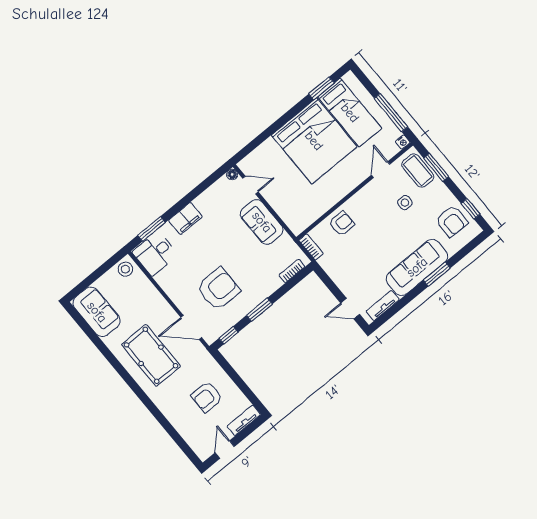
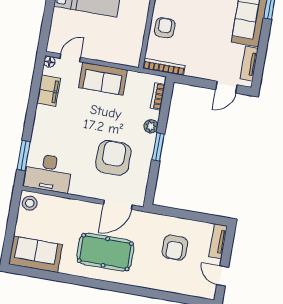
filing cabinet: (185, 218) -> (49, 91), moved
bookcase: (311, 247) -> (164, 67), width x1.56
desk: (155, 253) -> (48, 173), width x1.37
plant: (267, 289) -> (151, 126), added
window: (229, 335) -> (151, 186), removed

